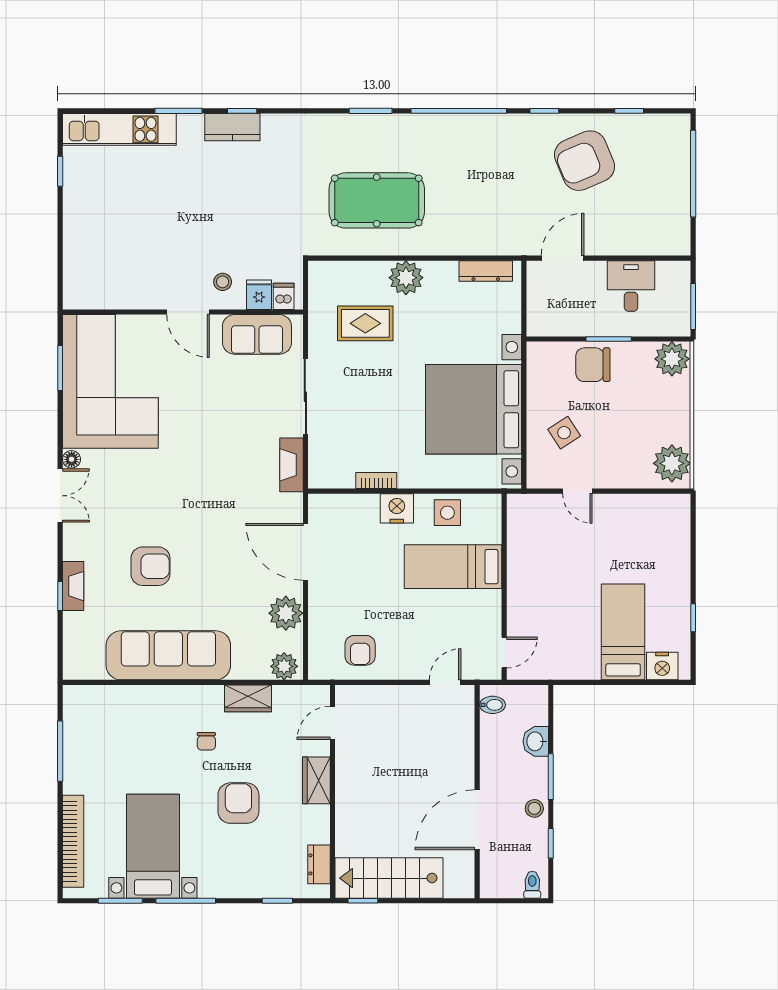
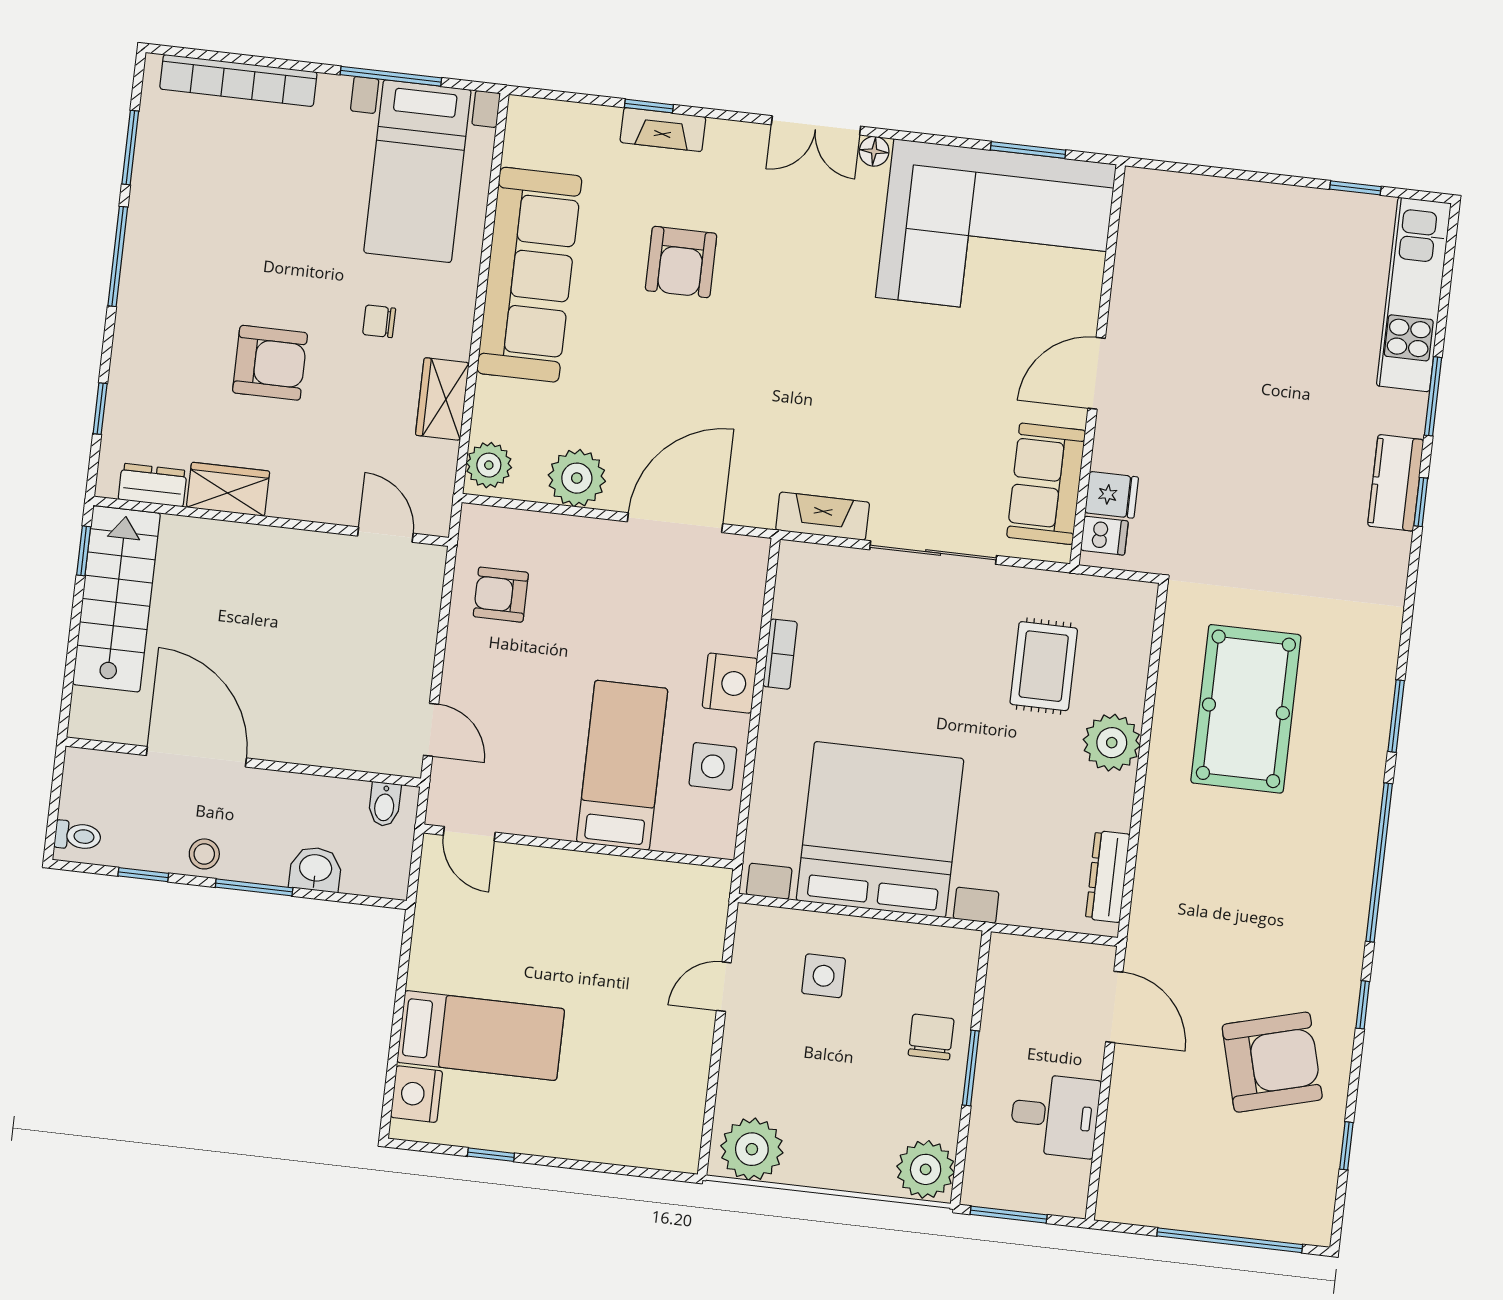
armchair: (585, 161) -> (1272, 1062), turned 98
stool: (223, 282) -> (1140, 437), removed
chair: (593, 365) -> (931, 1037), width x0.73, depth x0.73
side table: (564, 433) -> (824, 976), turned 33
wardrobe: (316, 780) -> (228, 489), moved
bed with nightstands: (153, 846) -> (417, 171), moved, turned 90

